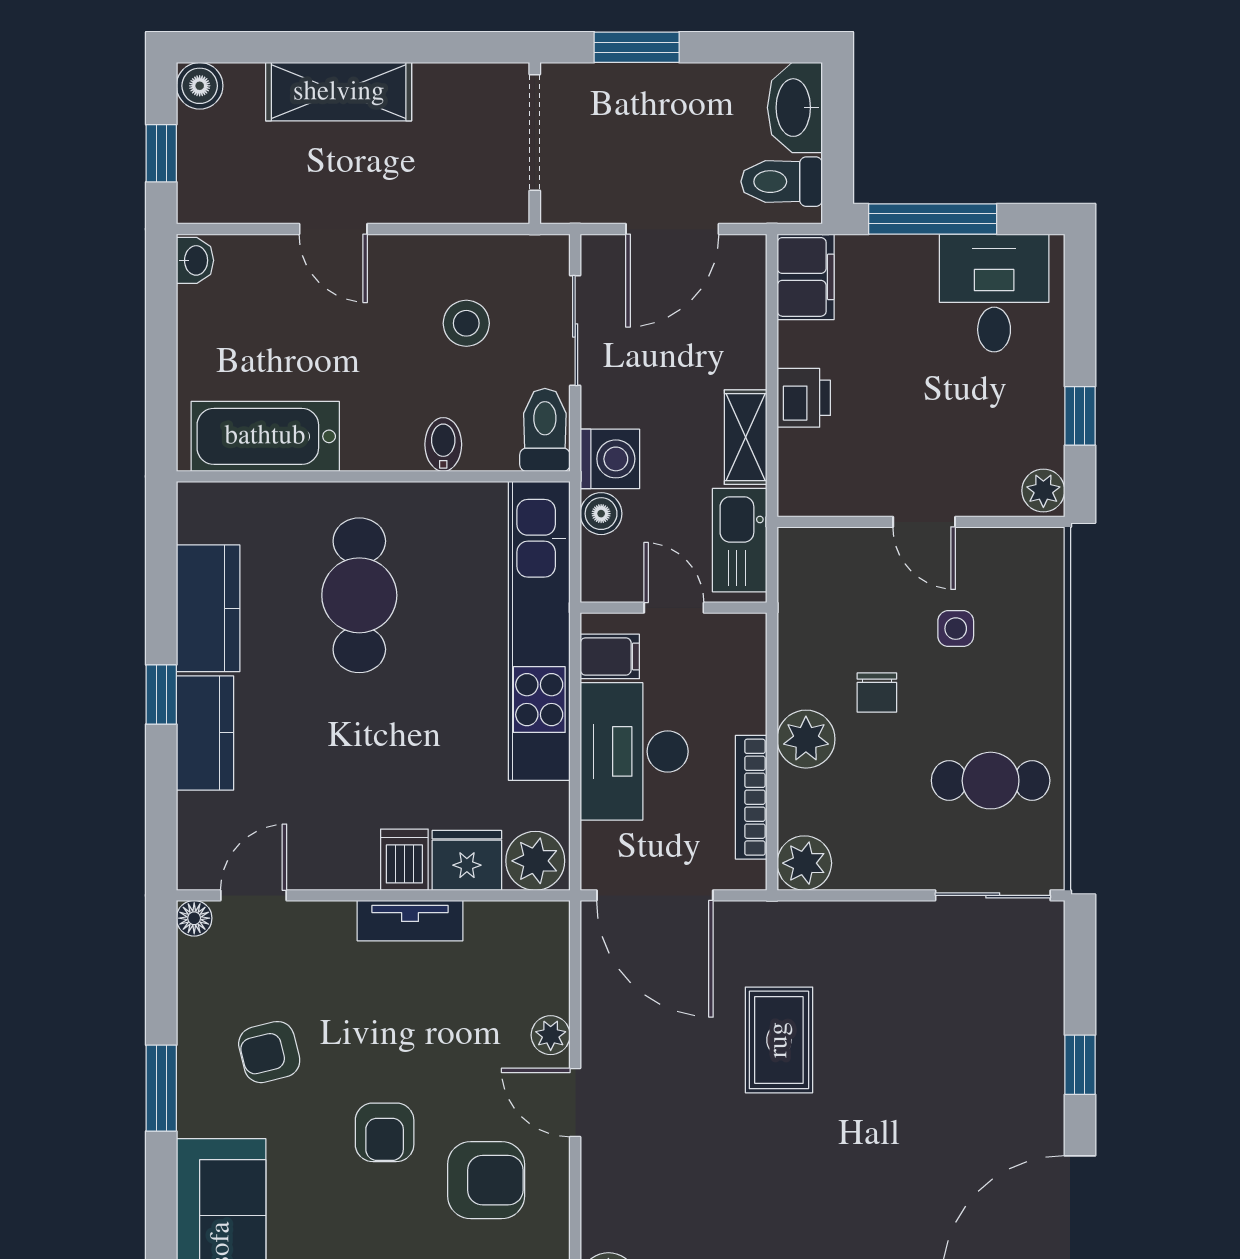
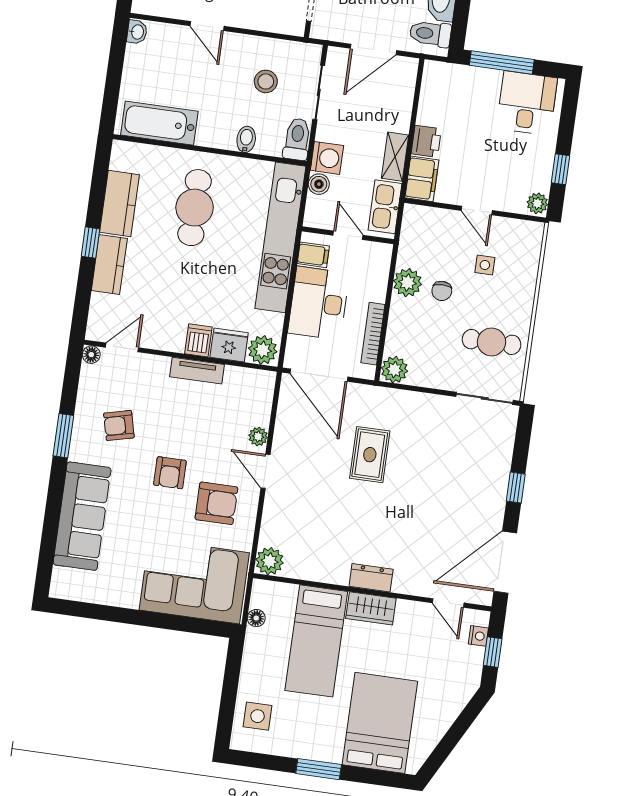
filing cabinet: (806, 277) -> (422, 179), moved
plant: (806, 739) -> (407, 283), moved

